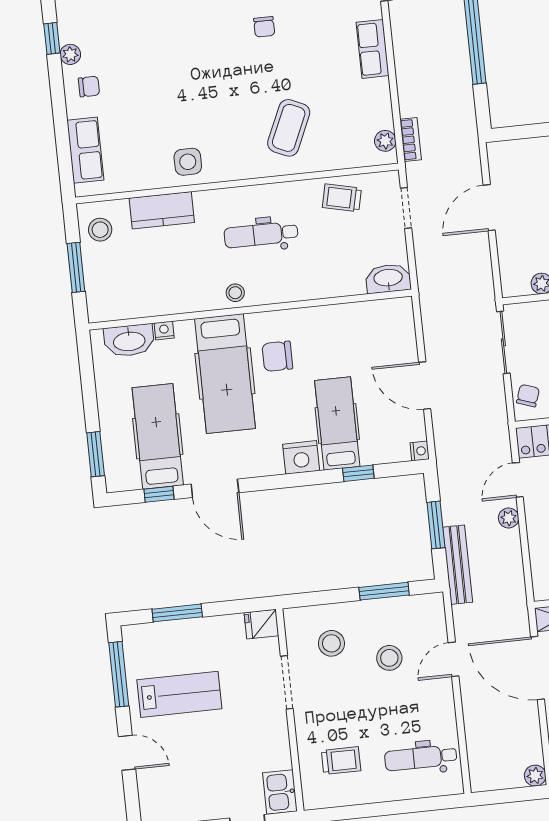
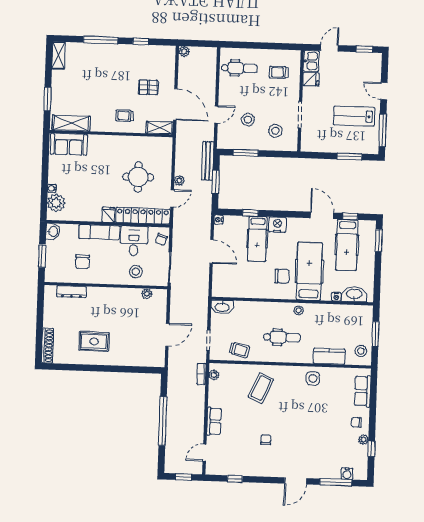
fridge: (261, 624) -> (311, 79), moved

